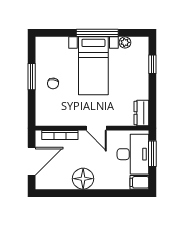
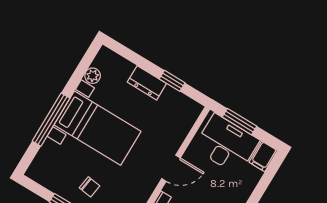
window: (97, 33) -> (51, 120), moved
window: (152, 64) -> (172, 81), moved
dresser: (141, 113) -> (147, 83), moved

